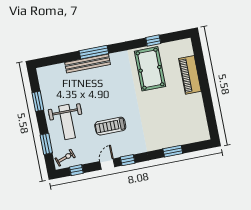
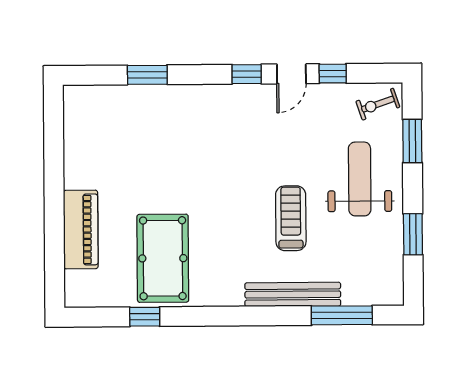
window: (94, 52) -> (342, 315), moved
treadmill: (110, 126) -> (291, 218), moved, turned -90
window: (76, 170) -> (333, 74), moved

